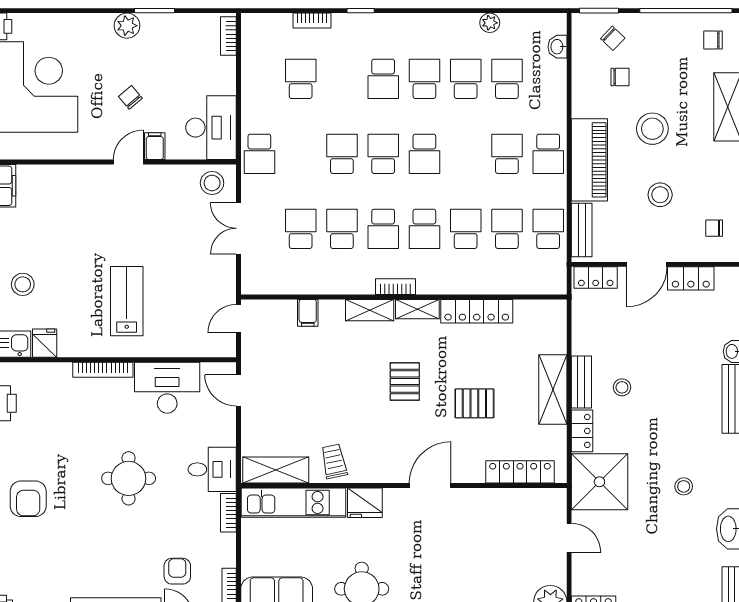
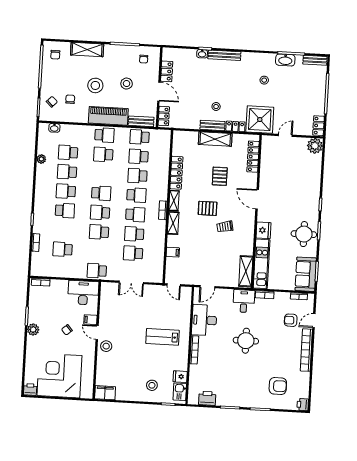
school desk: (259, 154) -> (97, 271), turned 180
stool: (212, 183) -> (106, 346), moved
trolley: (334, 461) -> (225, 227), moved
armchair: (28, 499) -> (278, 386), moved

